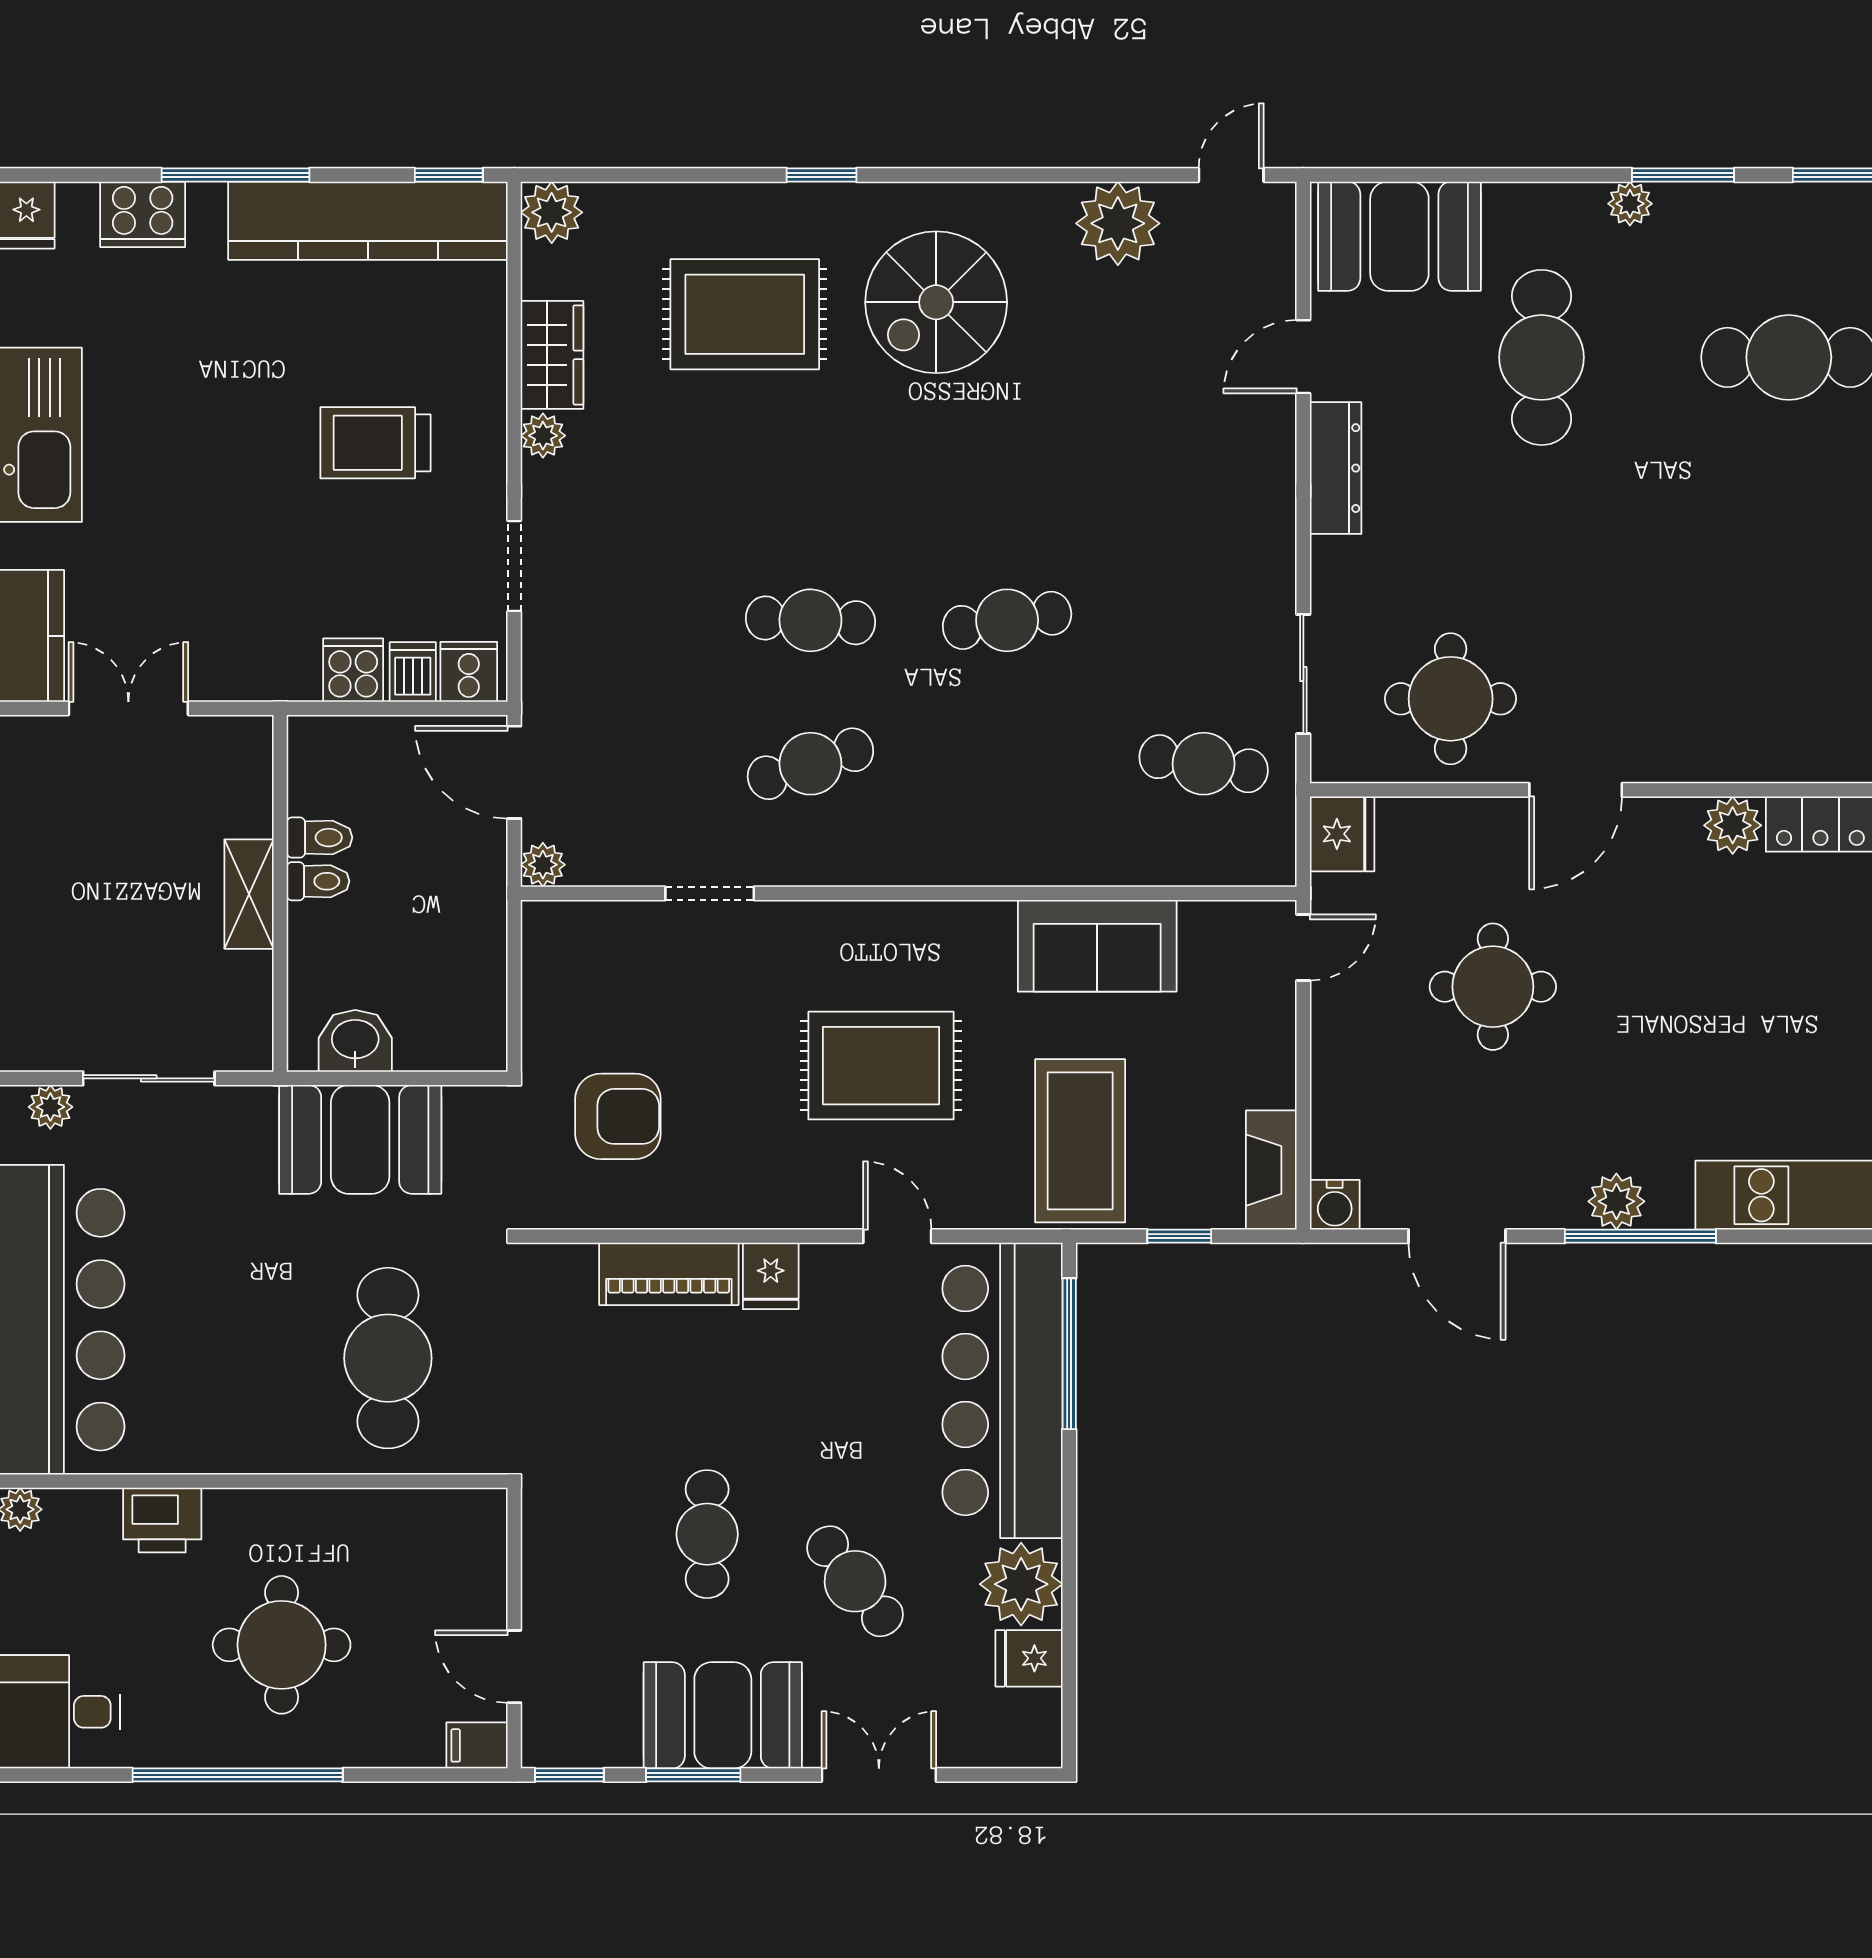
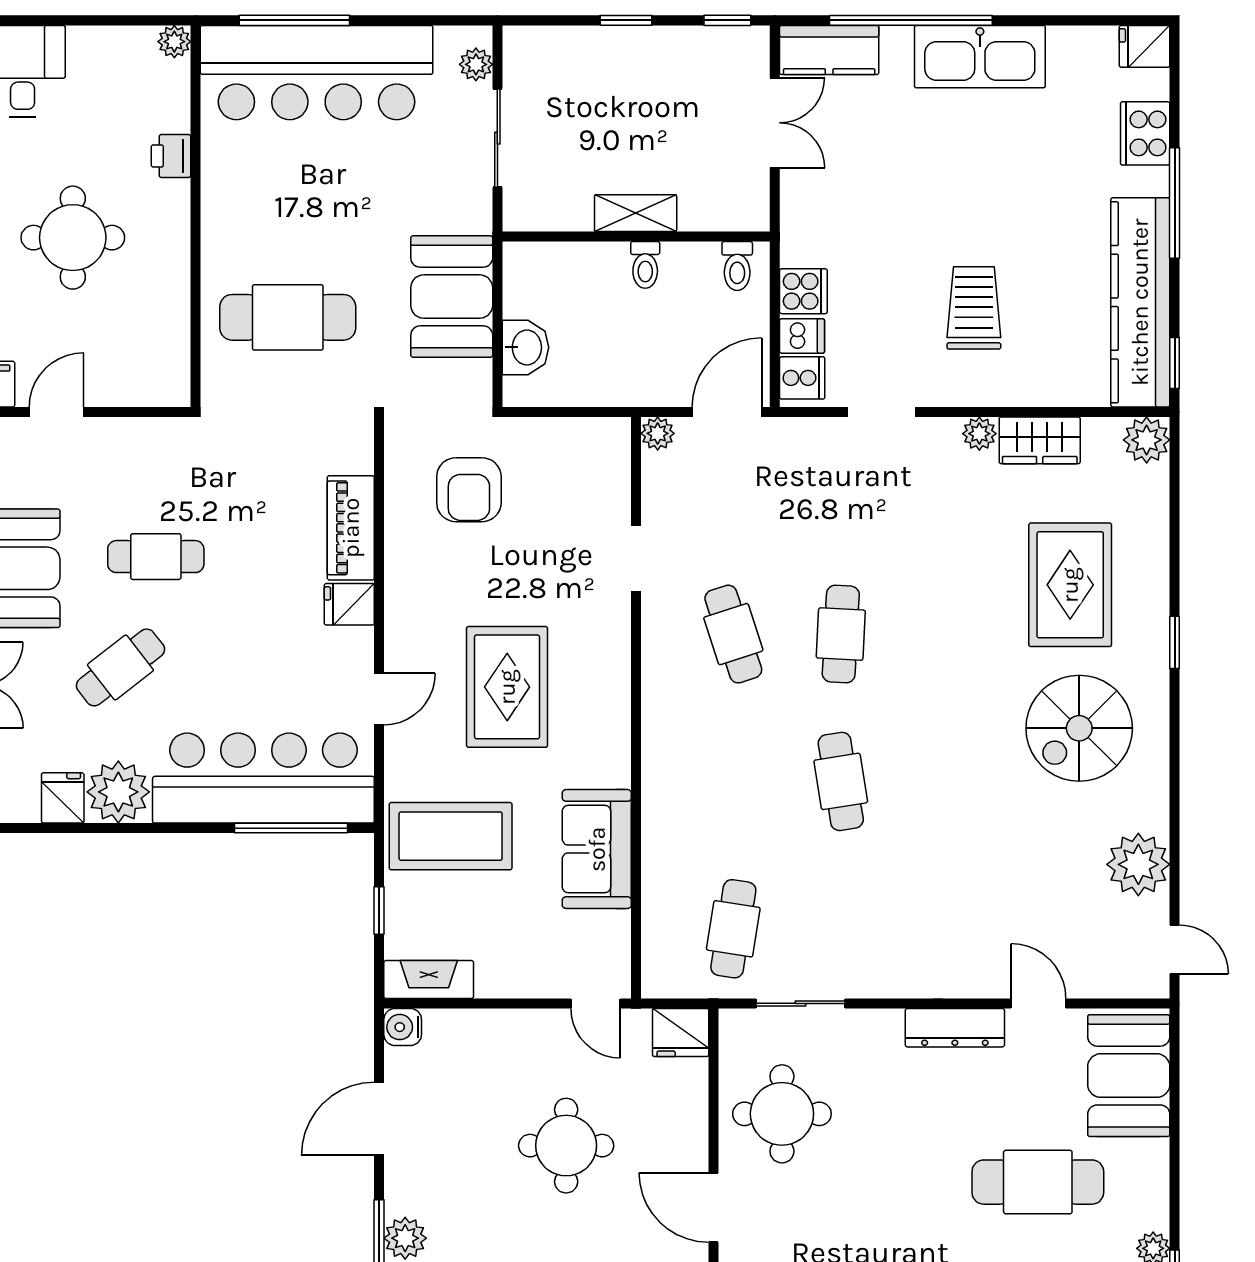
spiral stairs: (936, 302) -> (1079, 728), turned -90
toilet: (320, 838) -> (737, 266), moved
washbasin: (355, 1041) -> (525, 347), moved
printer: (162, 1520) -> (171, 156), width x0.73, depth x0.81

